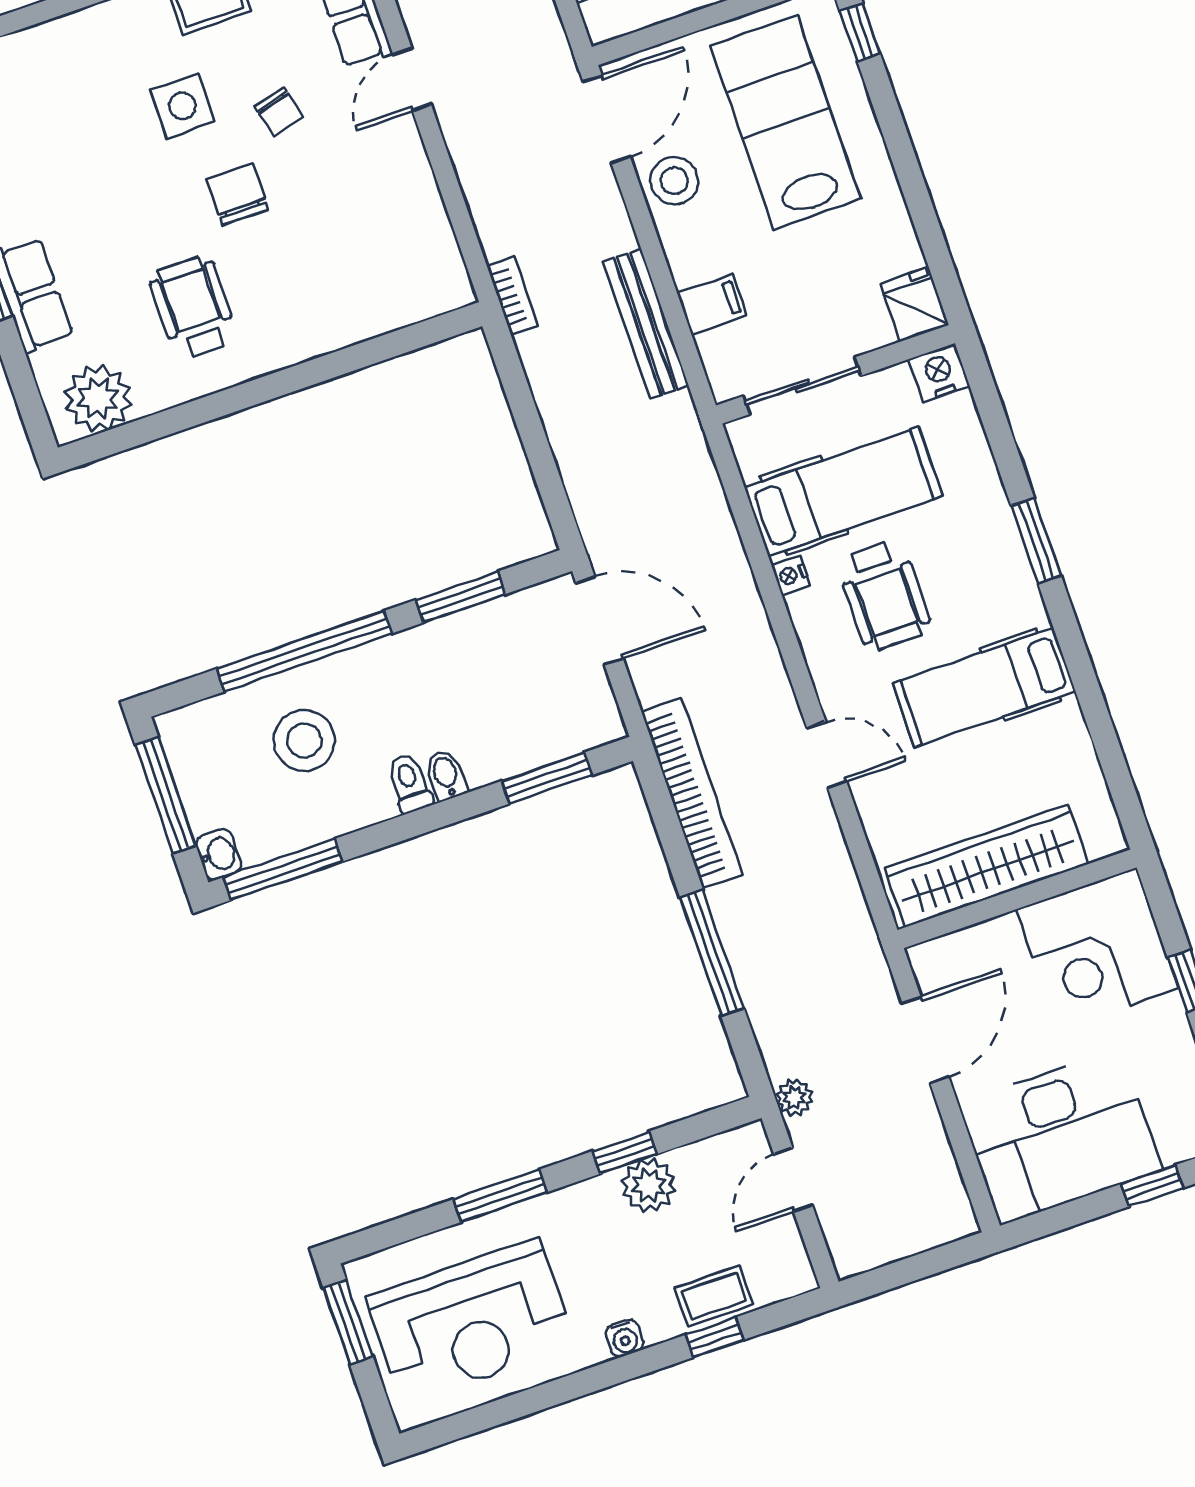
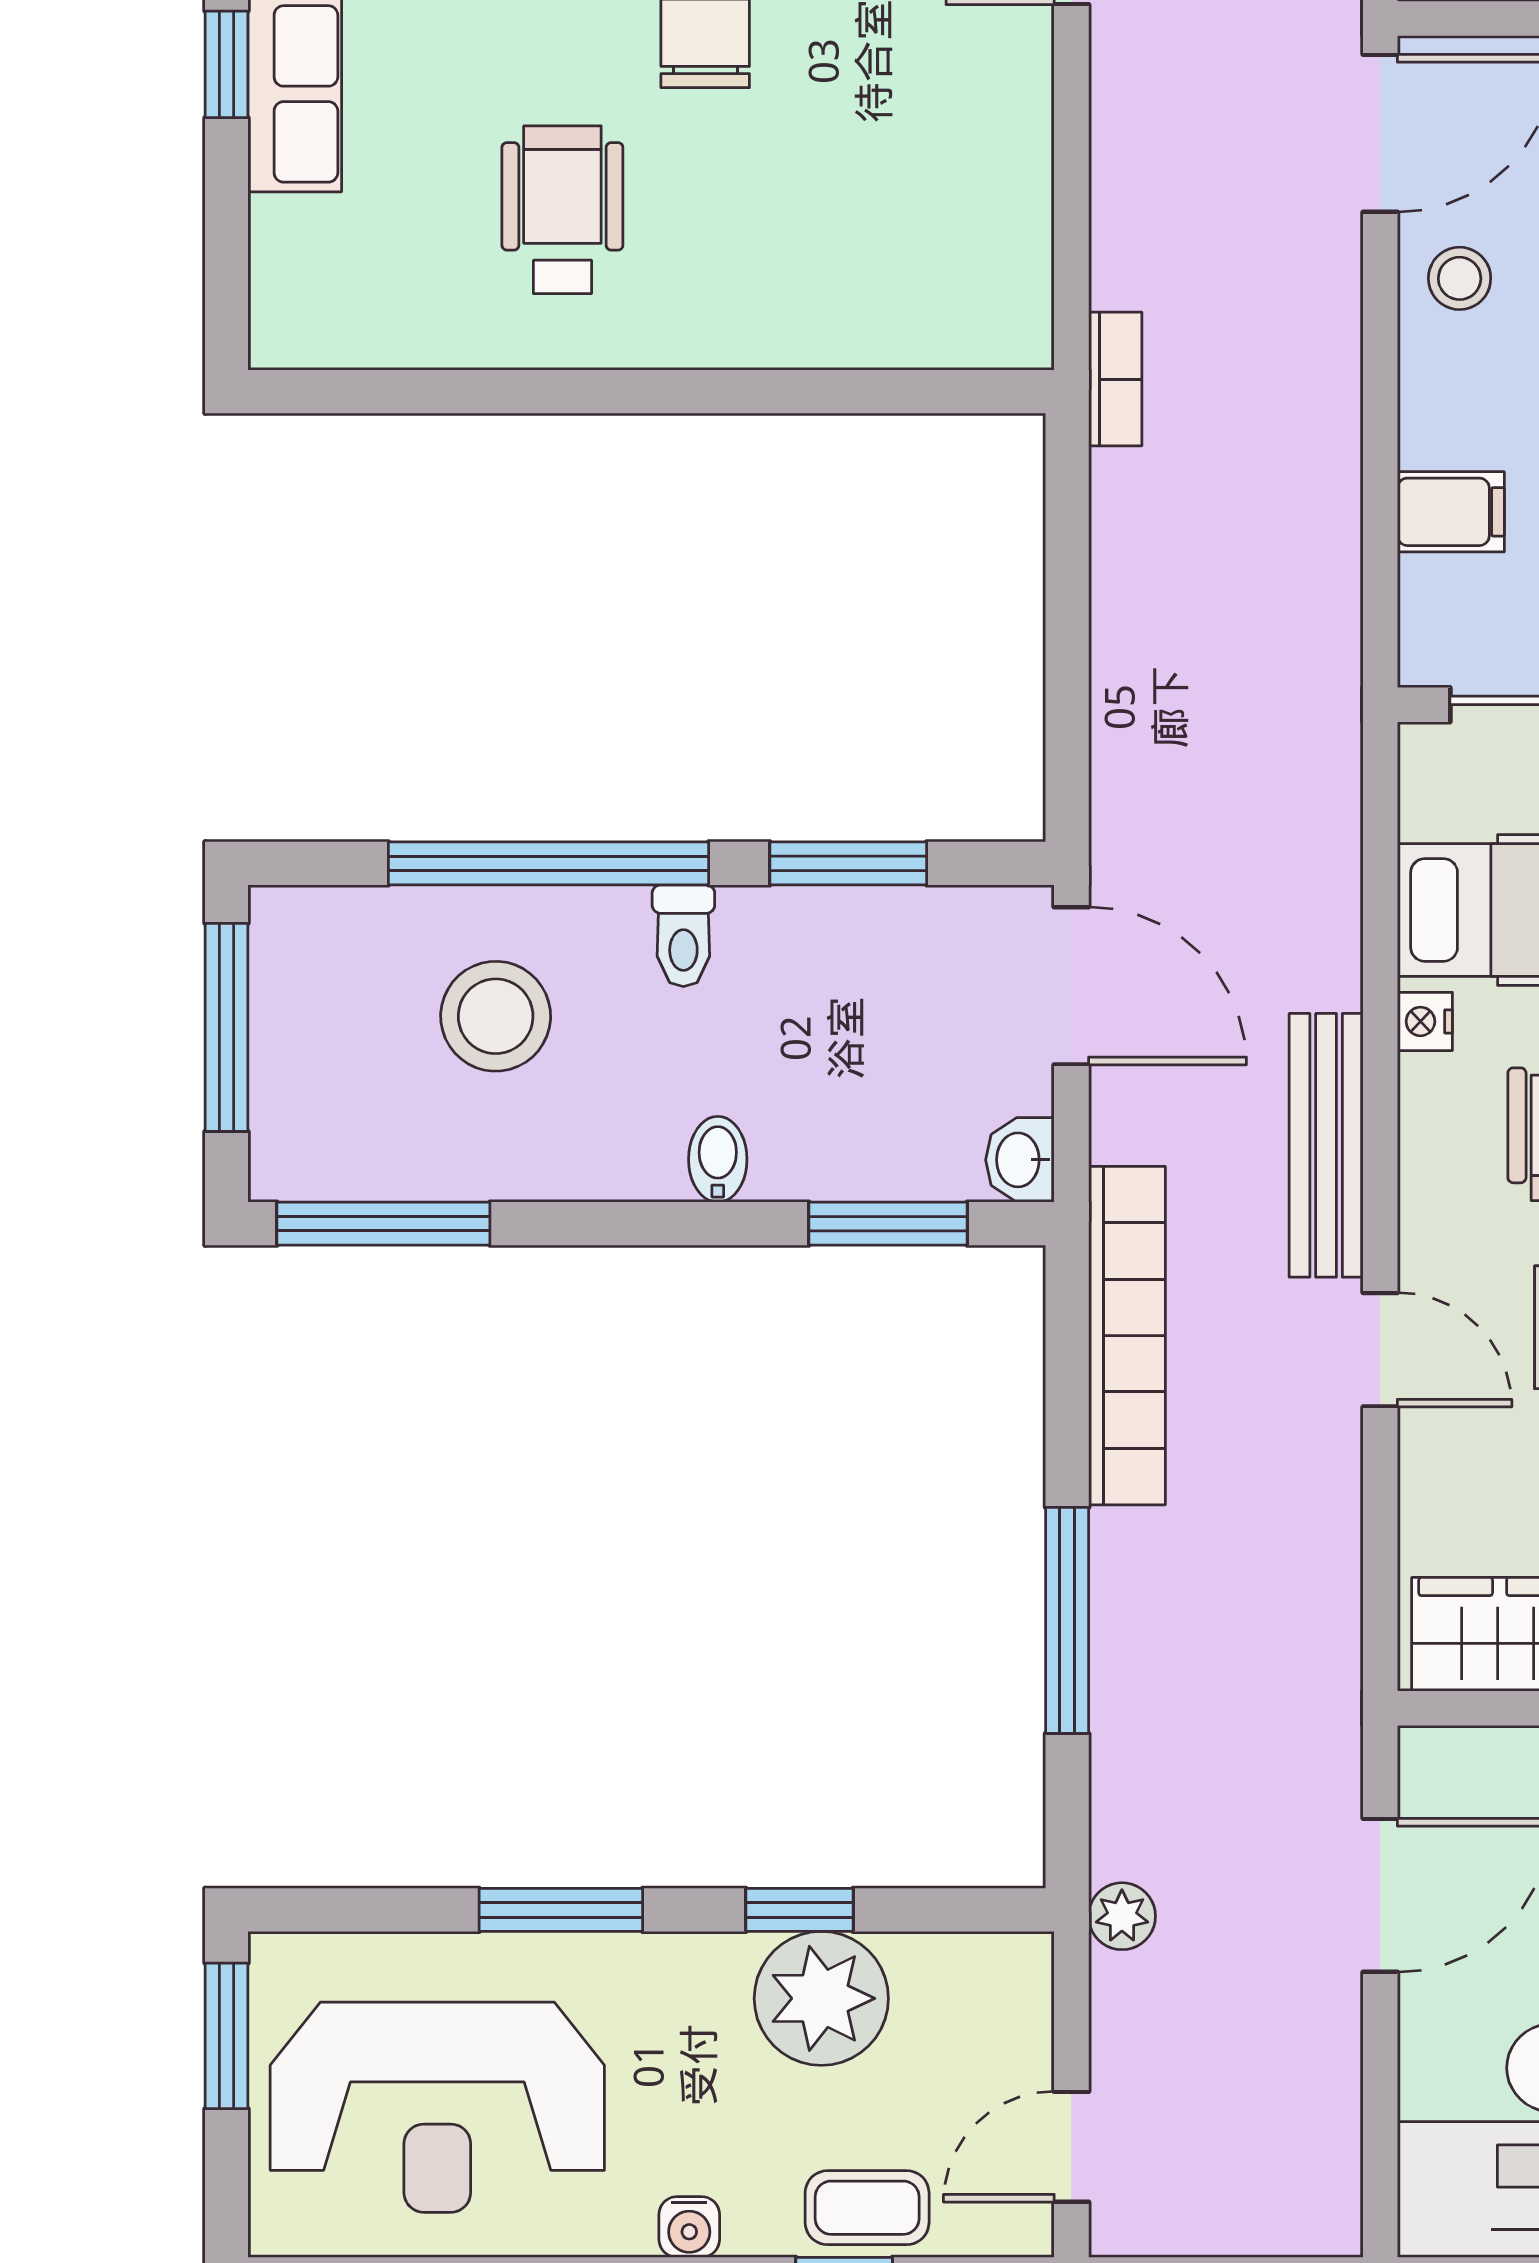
stool: (674, 181) -> (1460, 278), width x0.73, depth x0.73
bench: (646, 324) -> (1326, 1145), moved
plant: (98, 398) -> (346, 309), removed
toilet: (409, 783) -> (683, 936), moved, turned 180
washbasin: (219, 854) -> (1020, 1160), moved, turned 180
door: (793, 1180) -> (1071, 2147), moved
plant: (649, 1186) -> (821, 1998), width x1.36, depth x1.36

